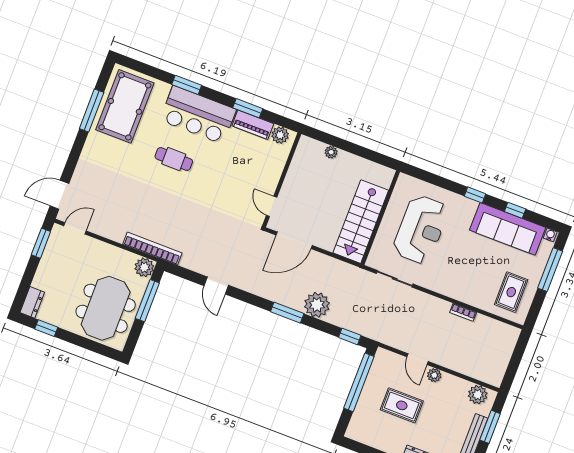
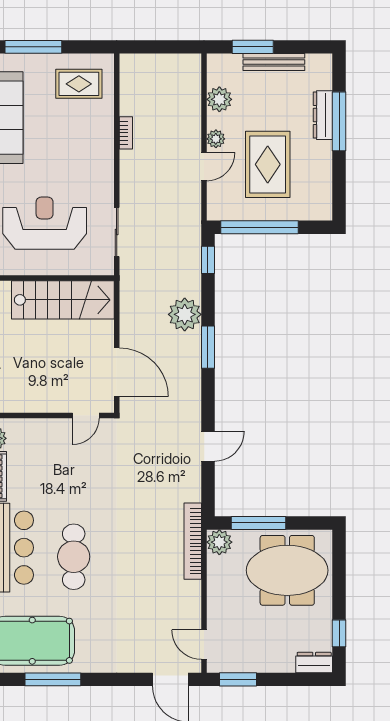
cafe table: (174, 159) -> (74, 557), width x1.37, depth x1.35
plant: (478, 395) -> (219, 99), moved
rug: (402, 405) -> (268, 164), width x1.36, depth x1.43

